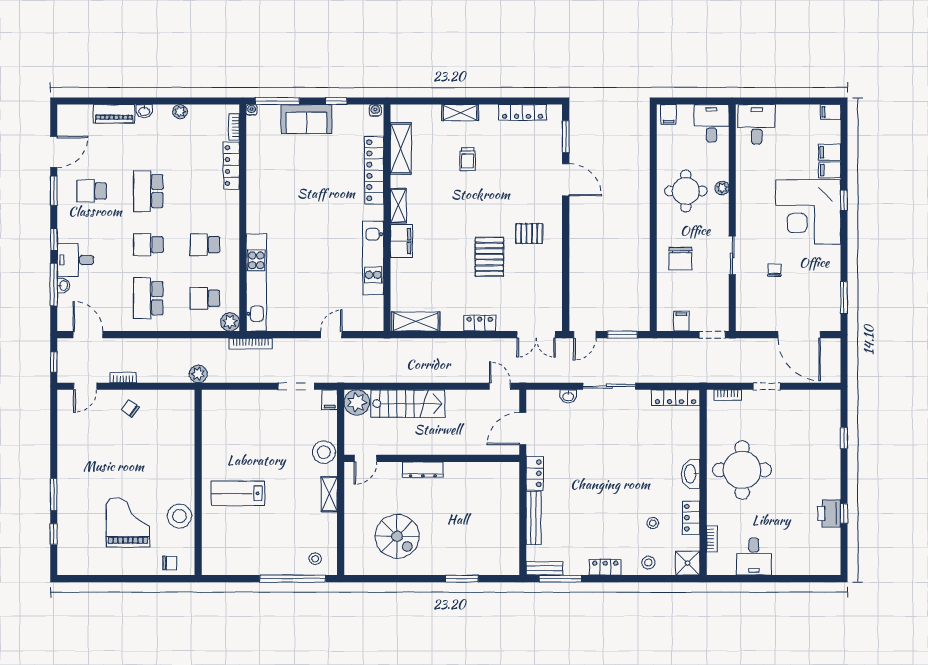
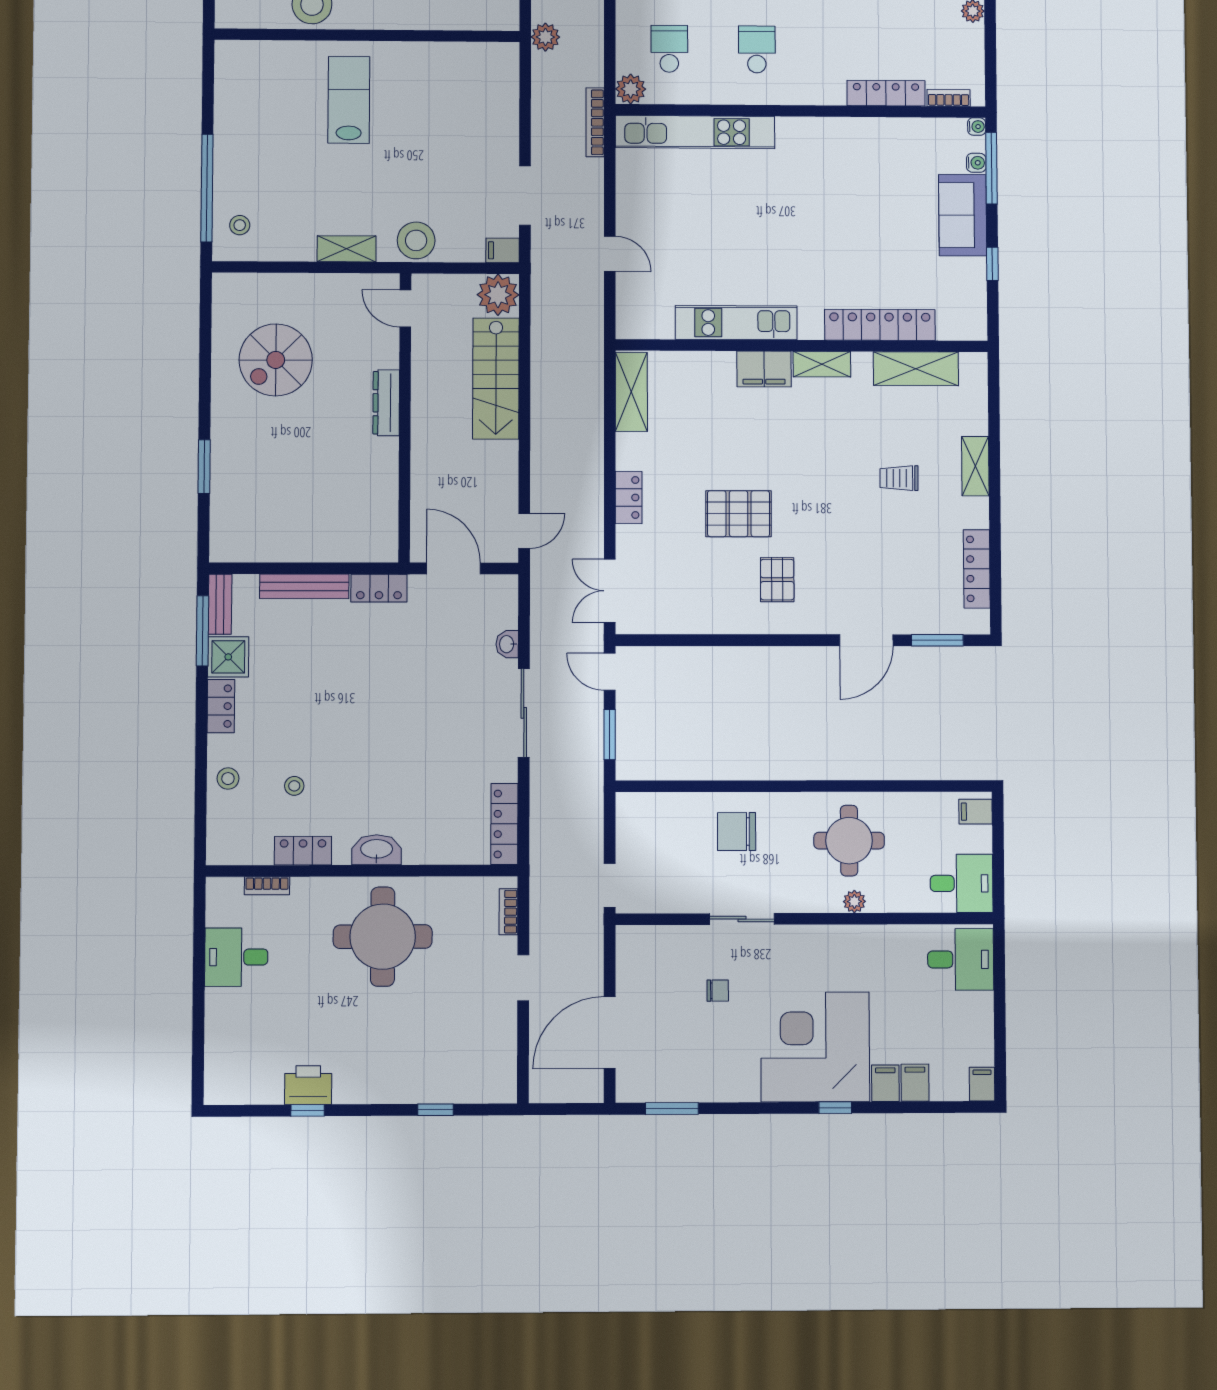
water cooler: (375, 110) -> (976, 163), moved
filing cabinet: (681, 321) -> (632, 834), removed
shower: (688, 563) -> (228, 657), moved

